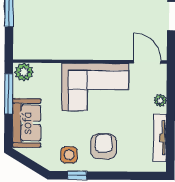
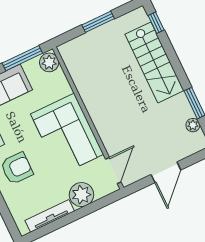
plant: (160, 100) -> (81, 195), width x1.87, depth x1.87

